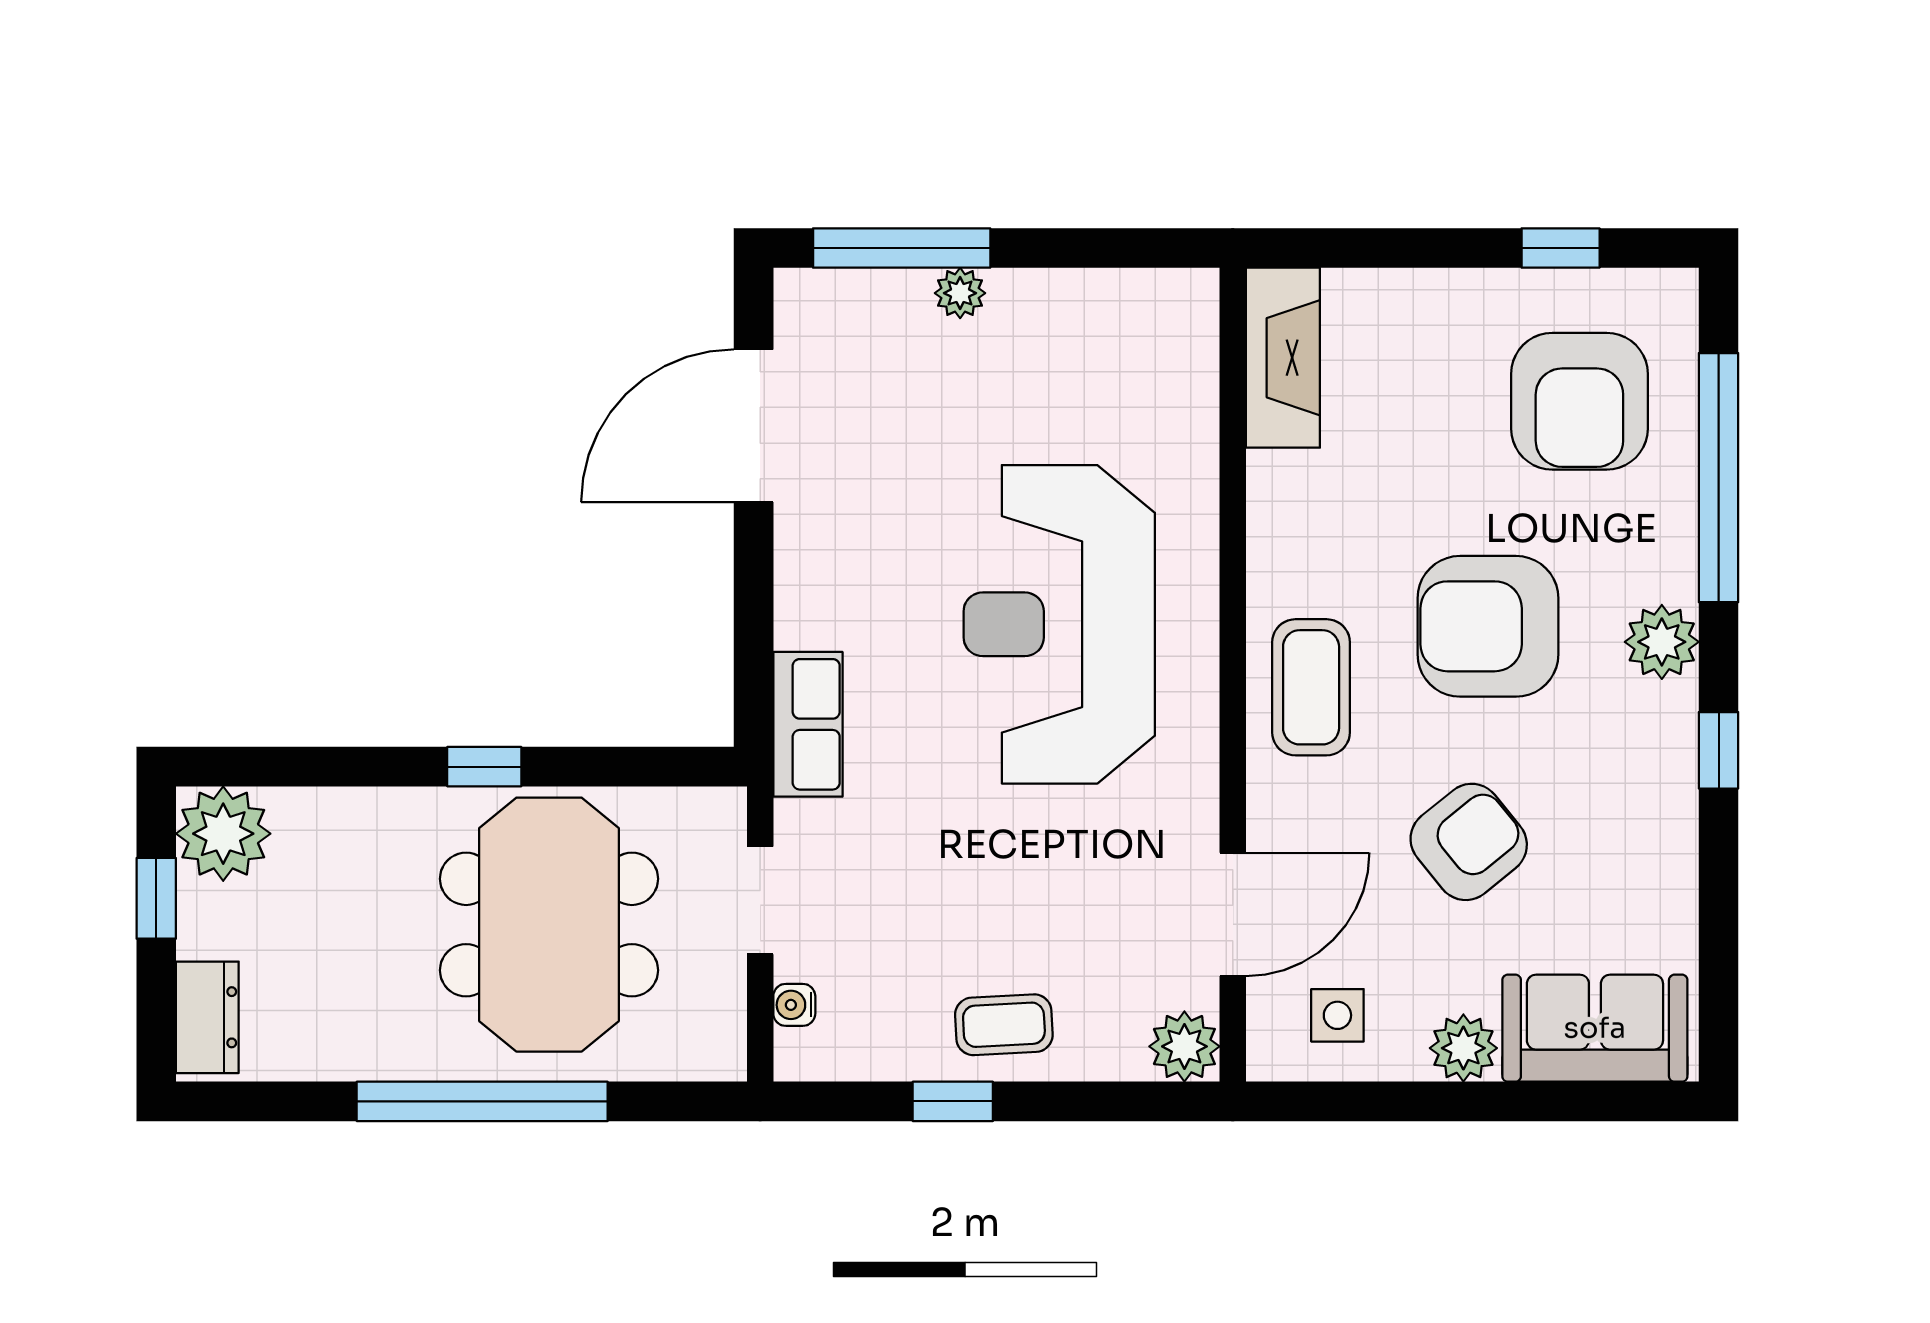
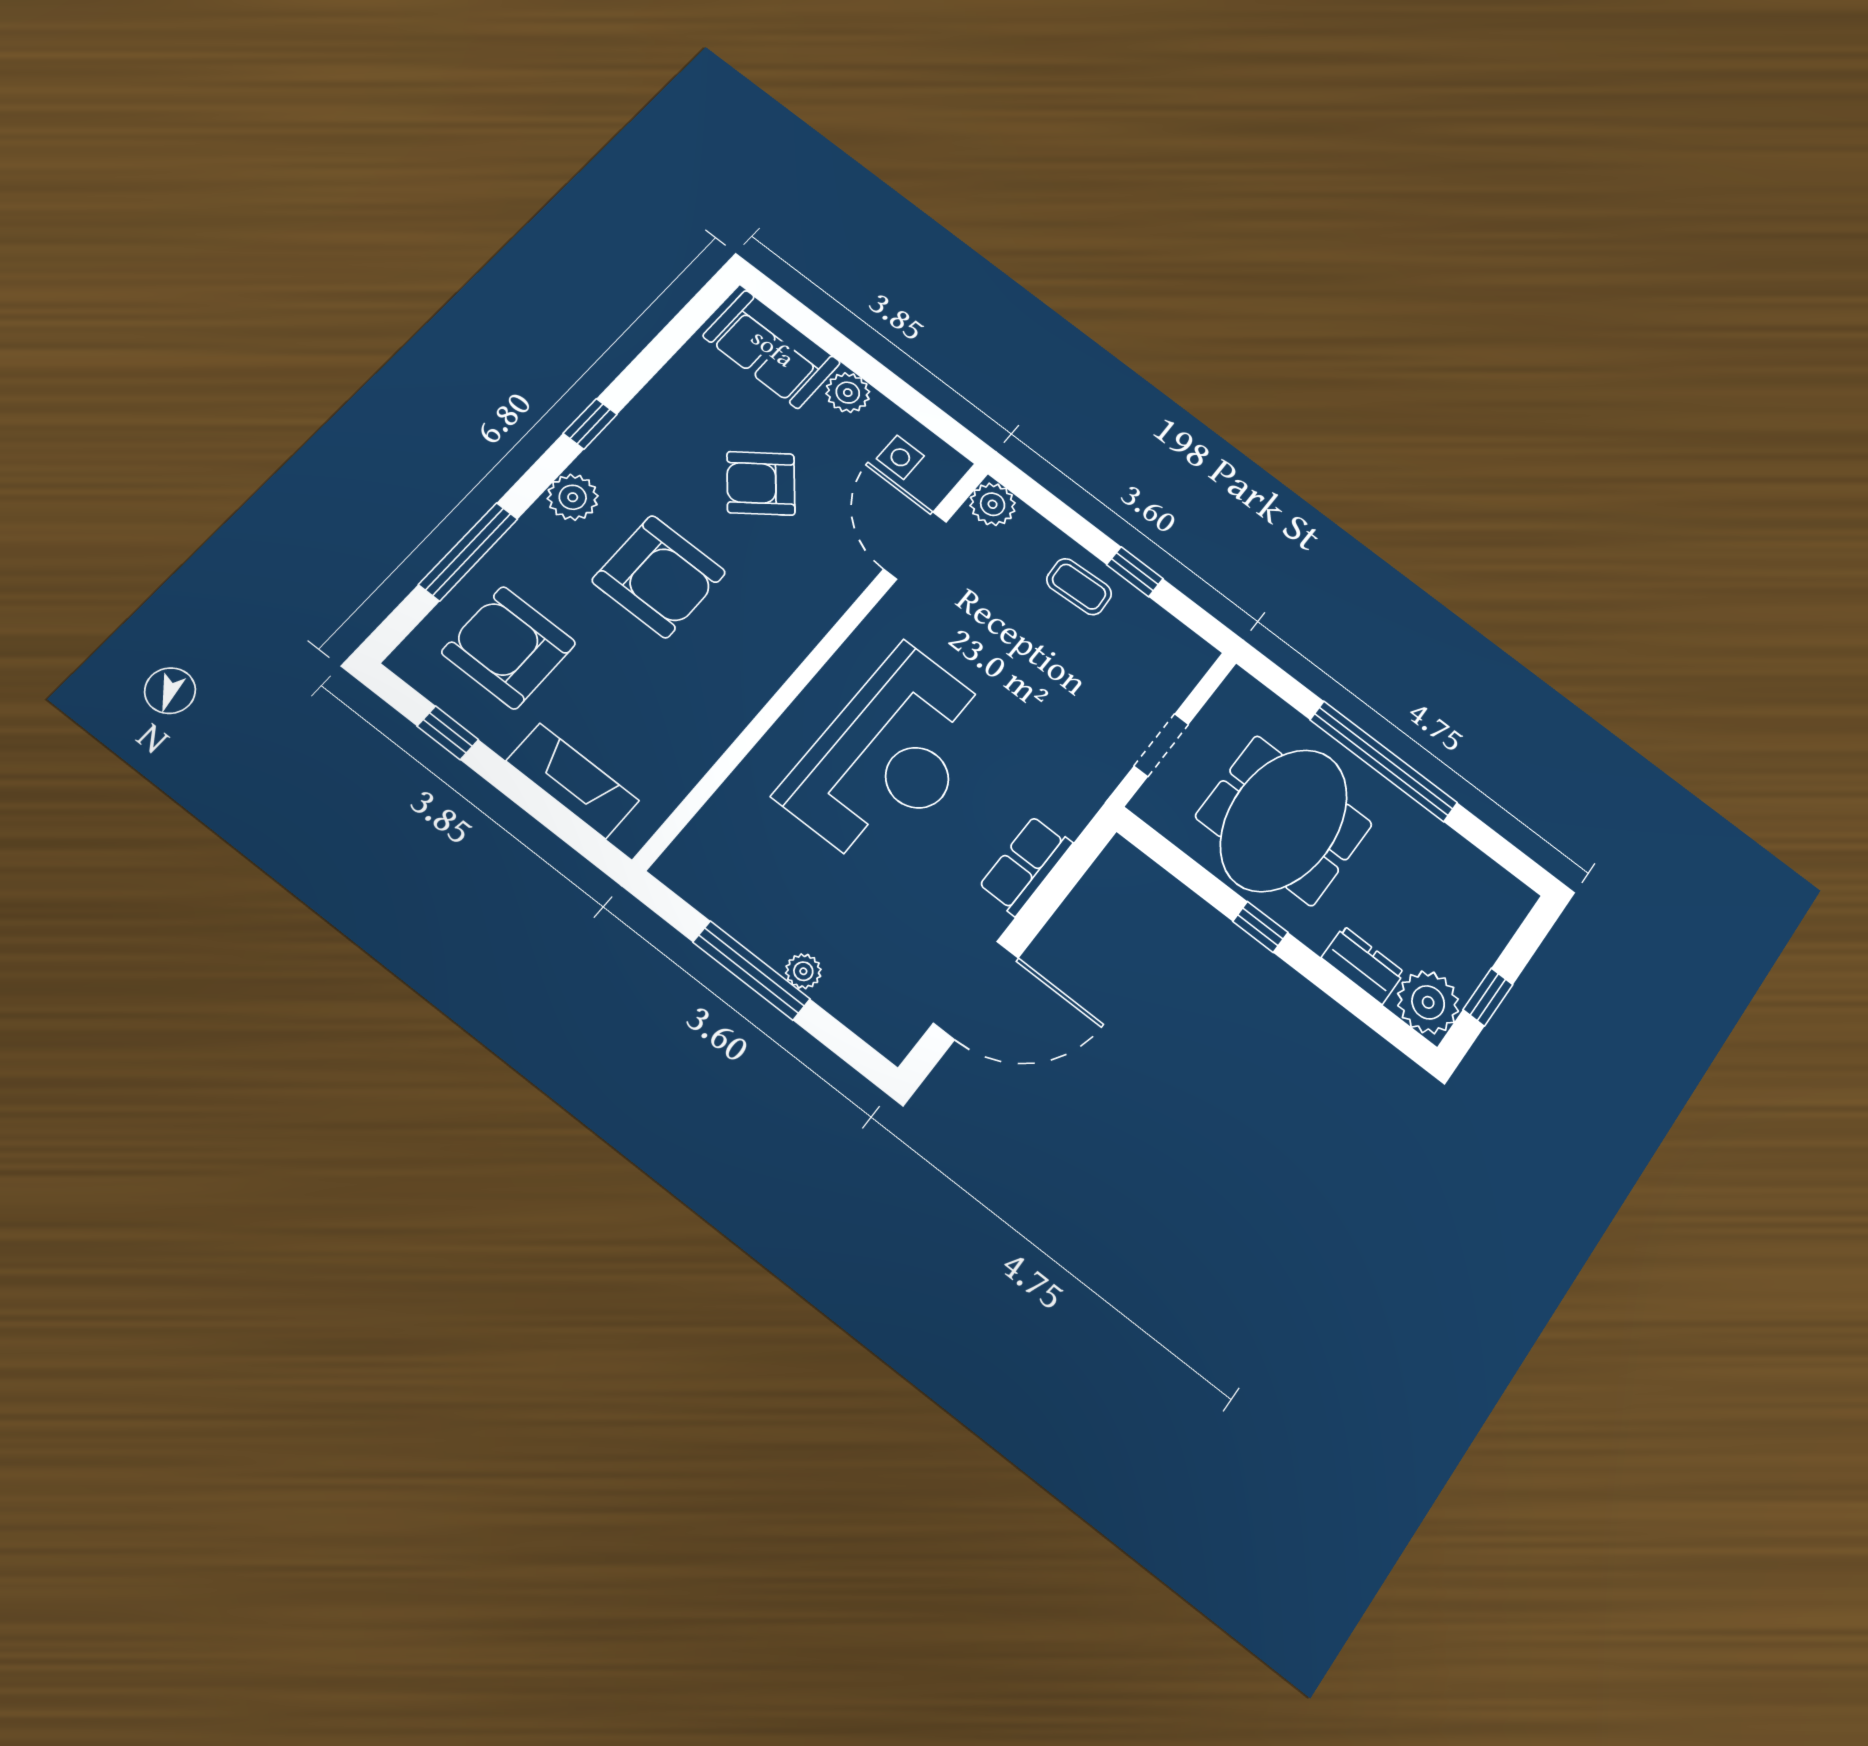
window: (902, 248) -> (751, 971), moved
fireplace: (1283, 358) -> (573, 781), moved, turned 90
armchair: (1579, 401) -> (509, 648), turned -90
window: (1719, 478) -> (468, 552), width x0.68
coffee table: (1311, 687) -> (780, 621), removed
row of seats: (808, 724) -> (1026, 865), moved
door: (1233, 914) -> (915, 545), hinge flipped
water cooler: (794, 1005) -> (1182, 681), removed
dresser: (207, 1017) -> (1363, 965), moved, turned 90

